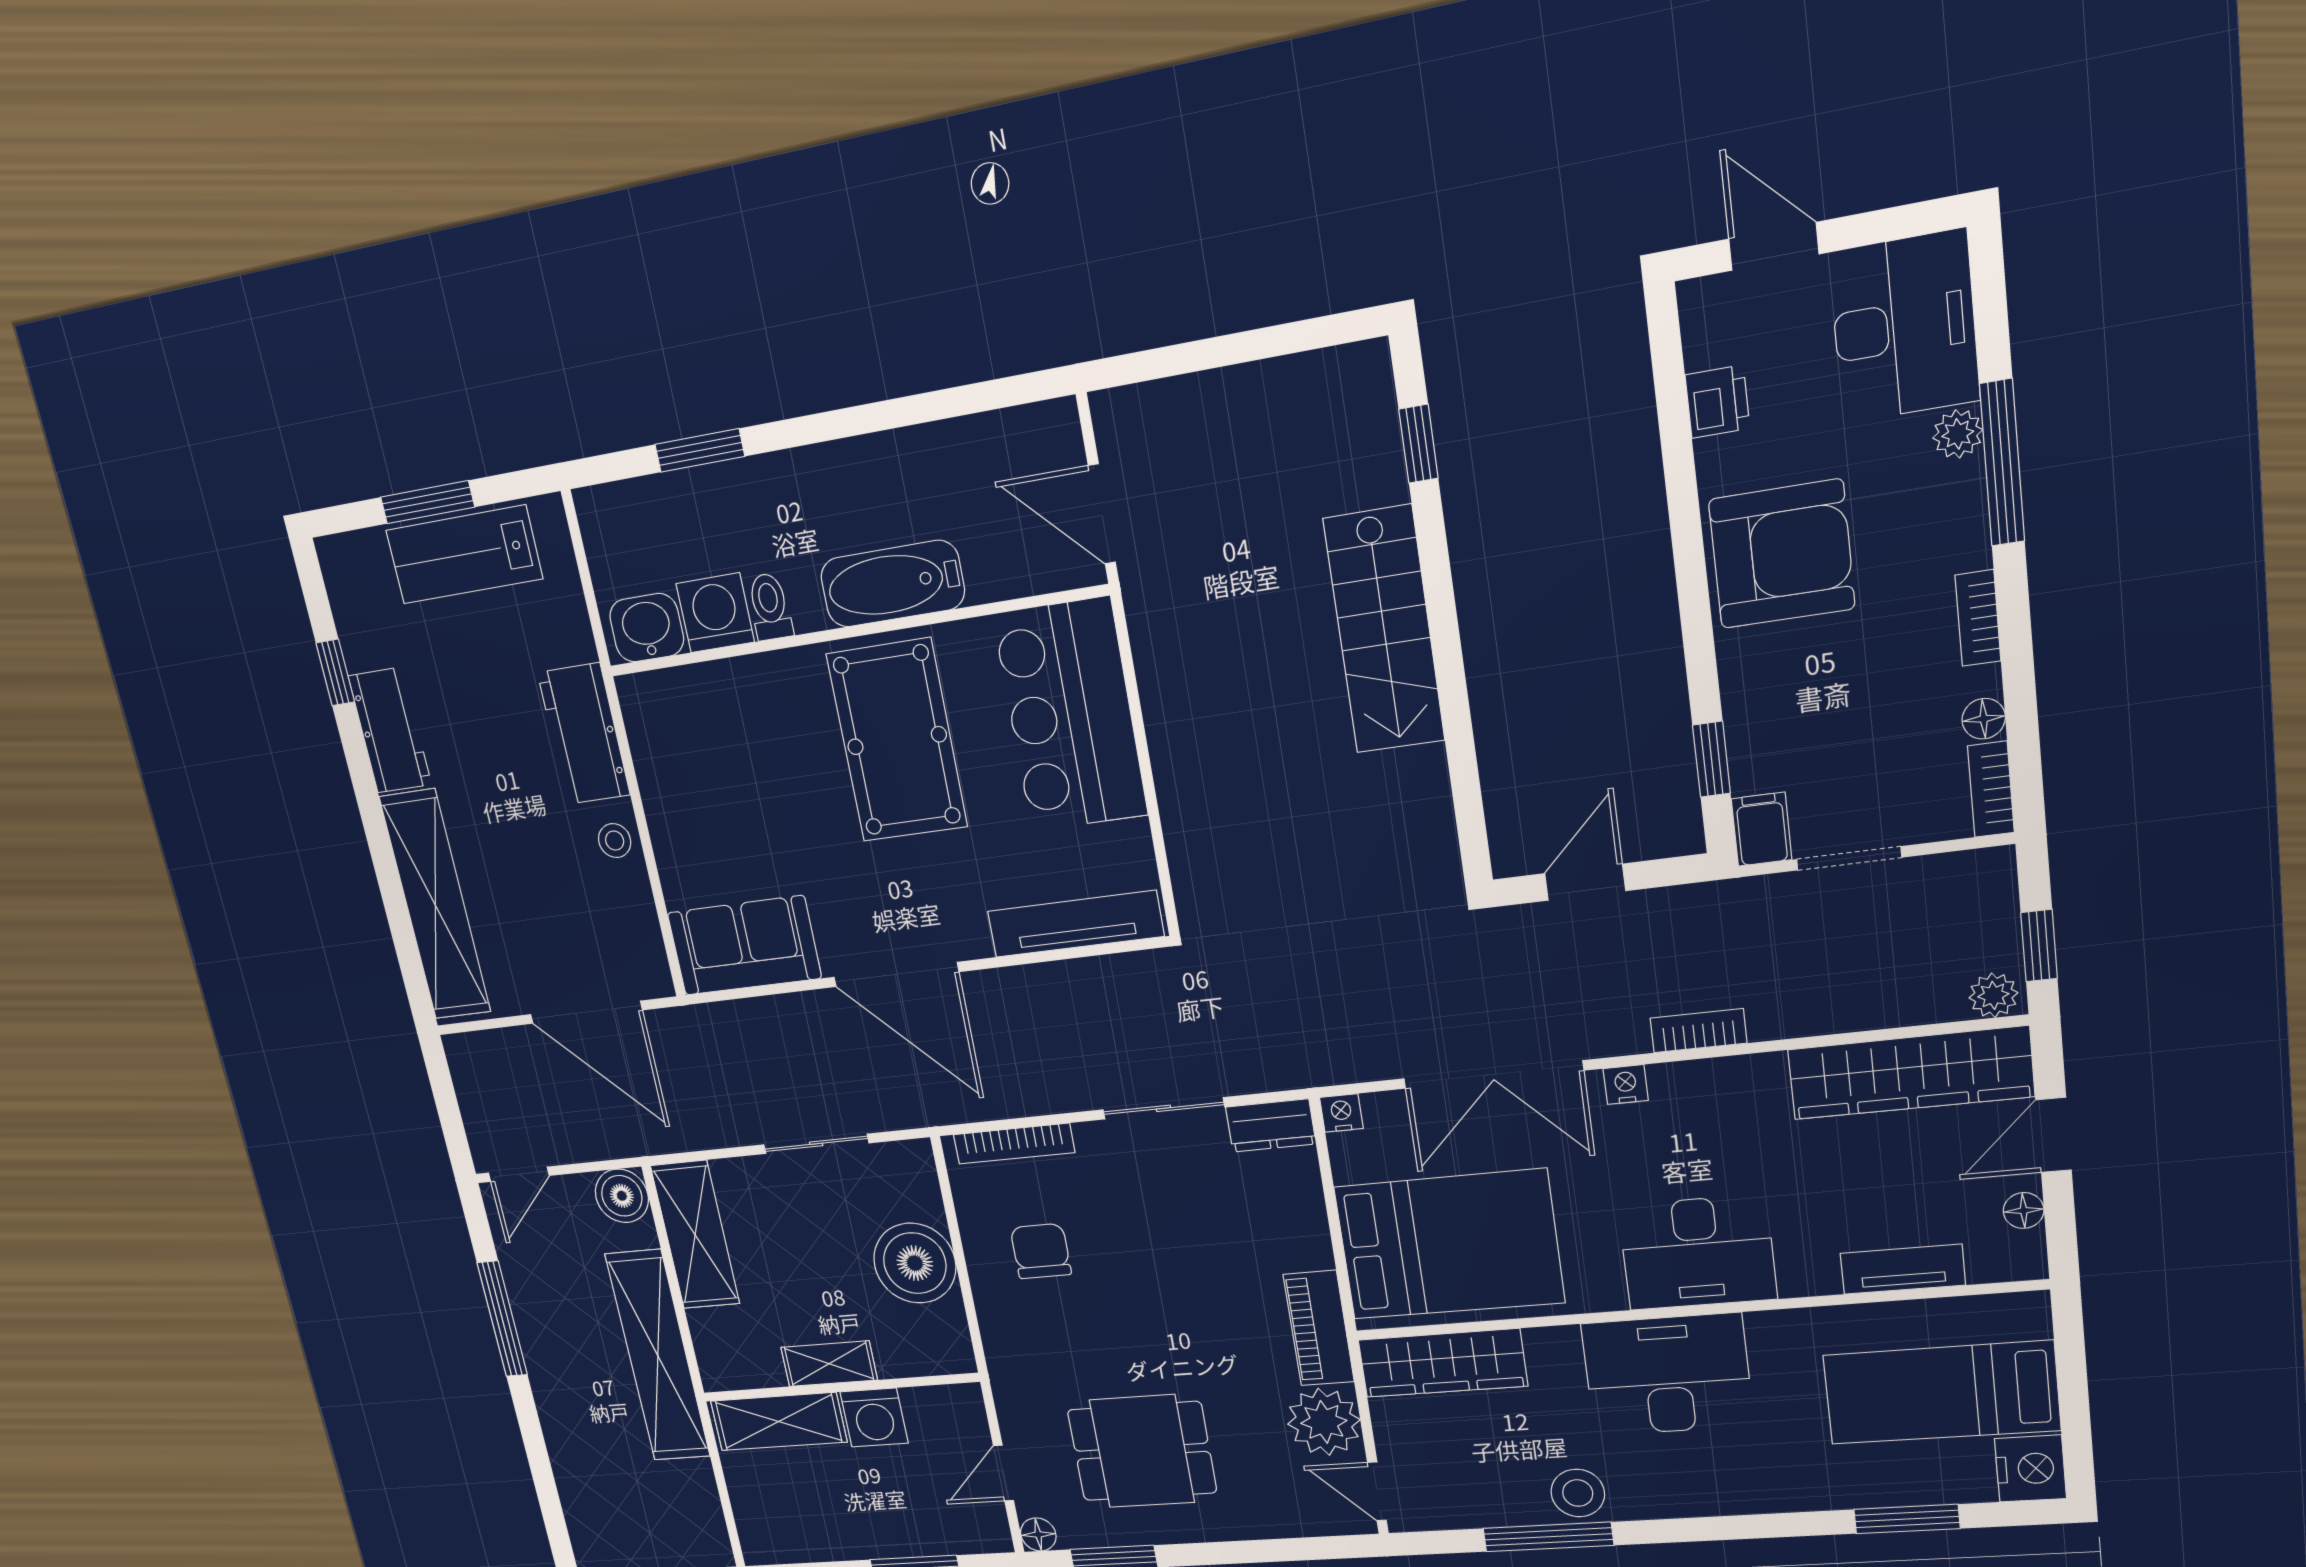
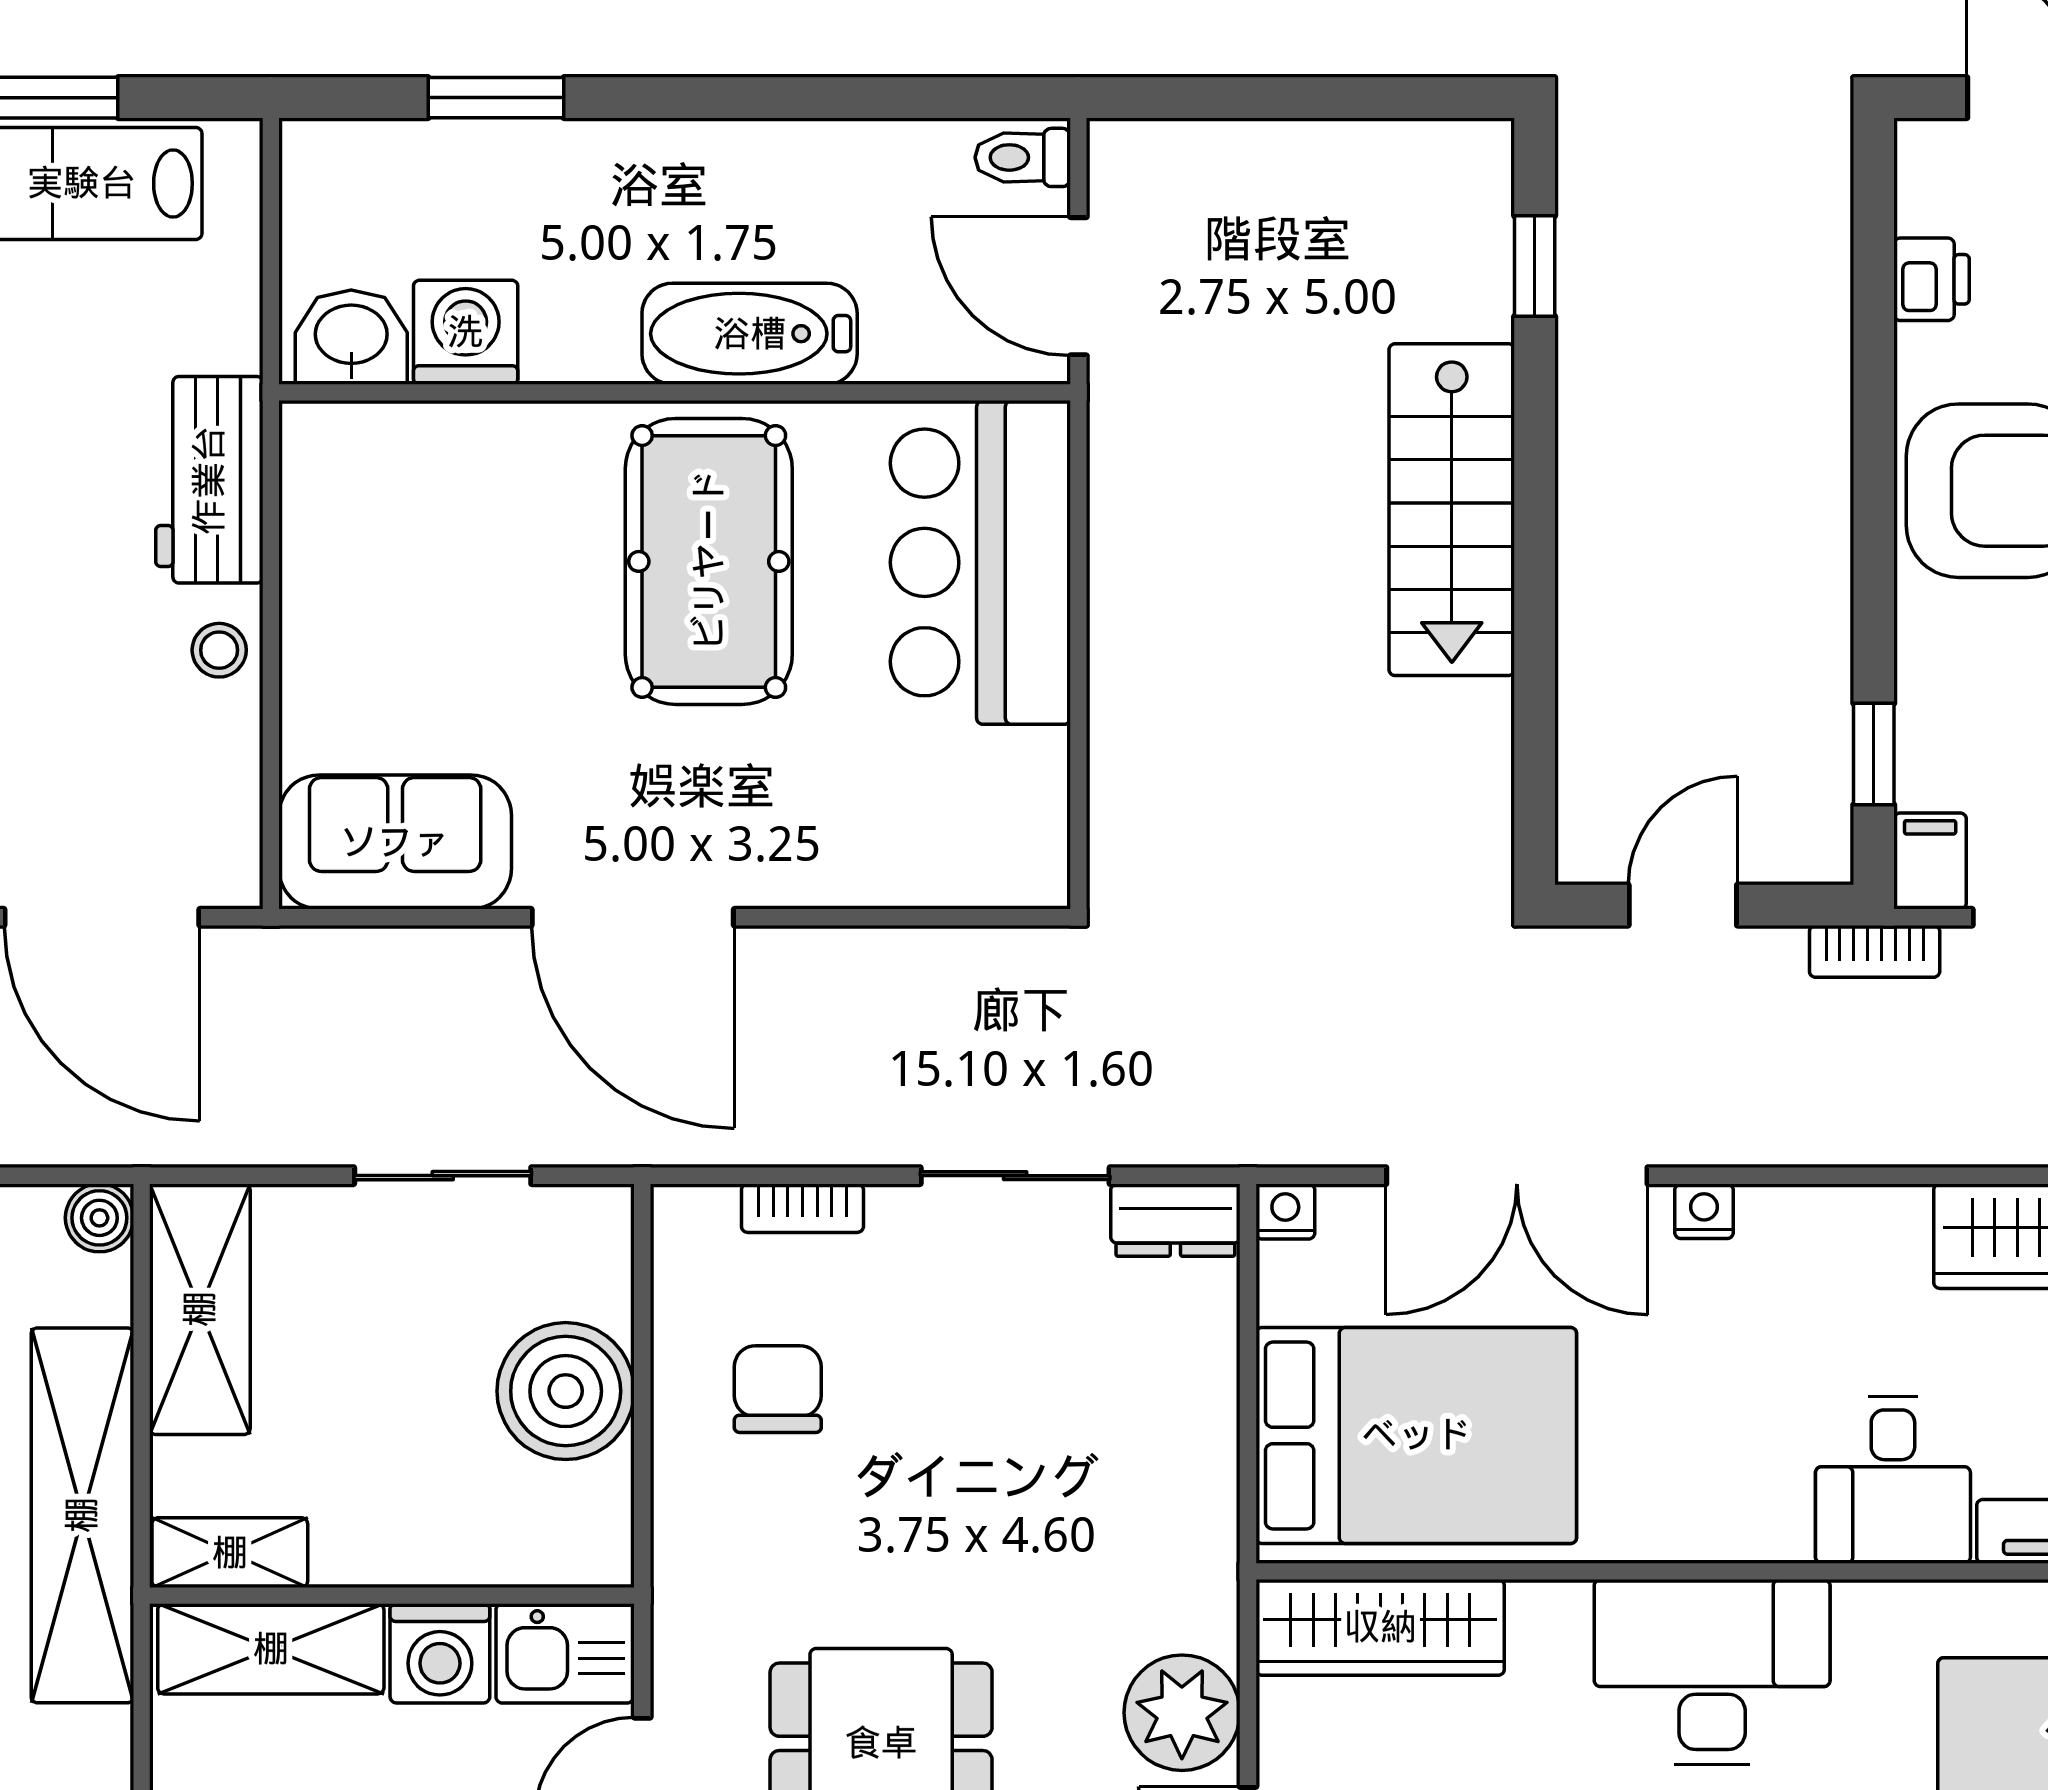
toilet: (770, 607) -> (1023, 157), moved, turned -90
tv unit: (1075, 924) -> (930, 873), removed
bookcase: (1698, 1031) -> (1875, 951), moved, turned 180
bookcase: (1014, 1144) -> (802, 1208), width x0.64
boiler: (622, 1196) -> (99, 1218), width x0.73, depth x0.73
desk: (1697, 1252) -> (1893, 1480), moved, width x0.73
piano: (1319, 1328) -> (1198, 1555), removed
shelving: (829, 1364) -> (230, 1553), moved
kitchen sink: (945, 1413) -> (565, 1653), added

